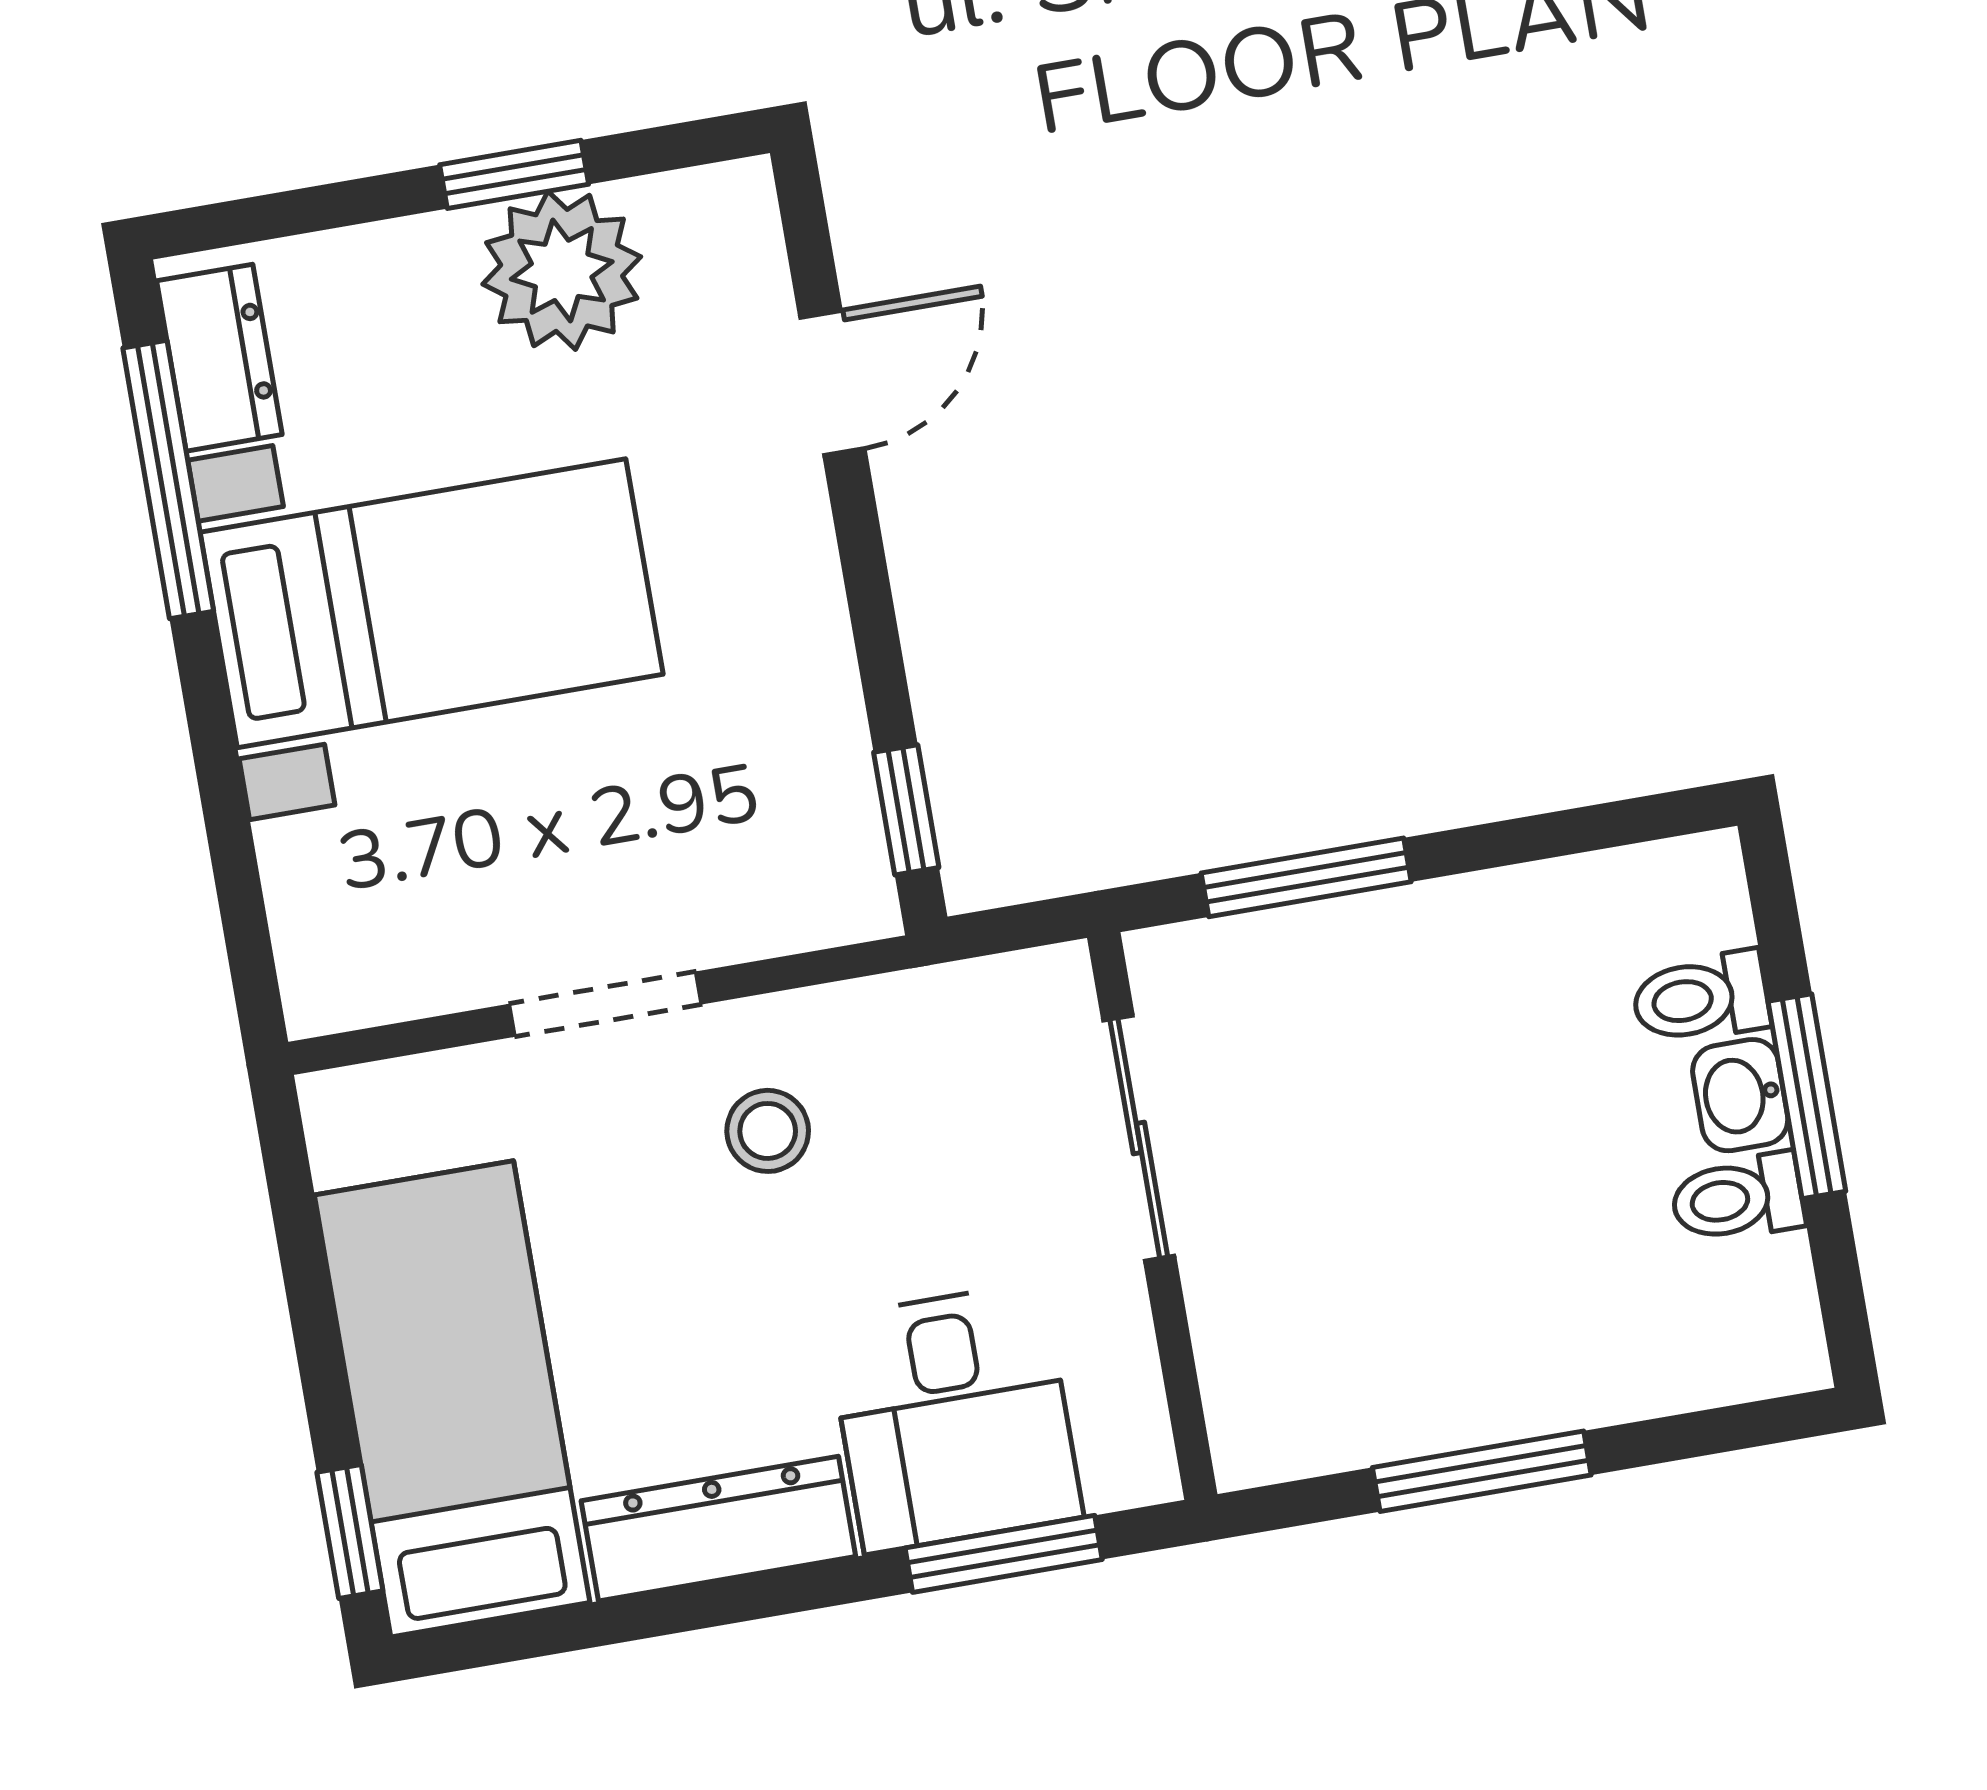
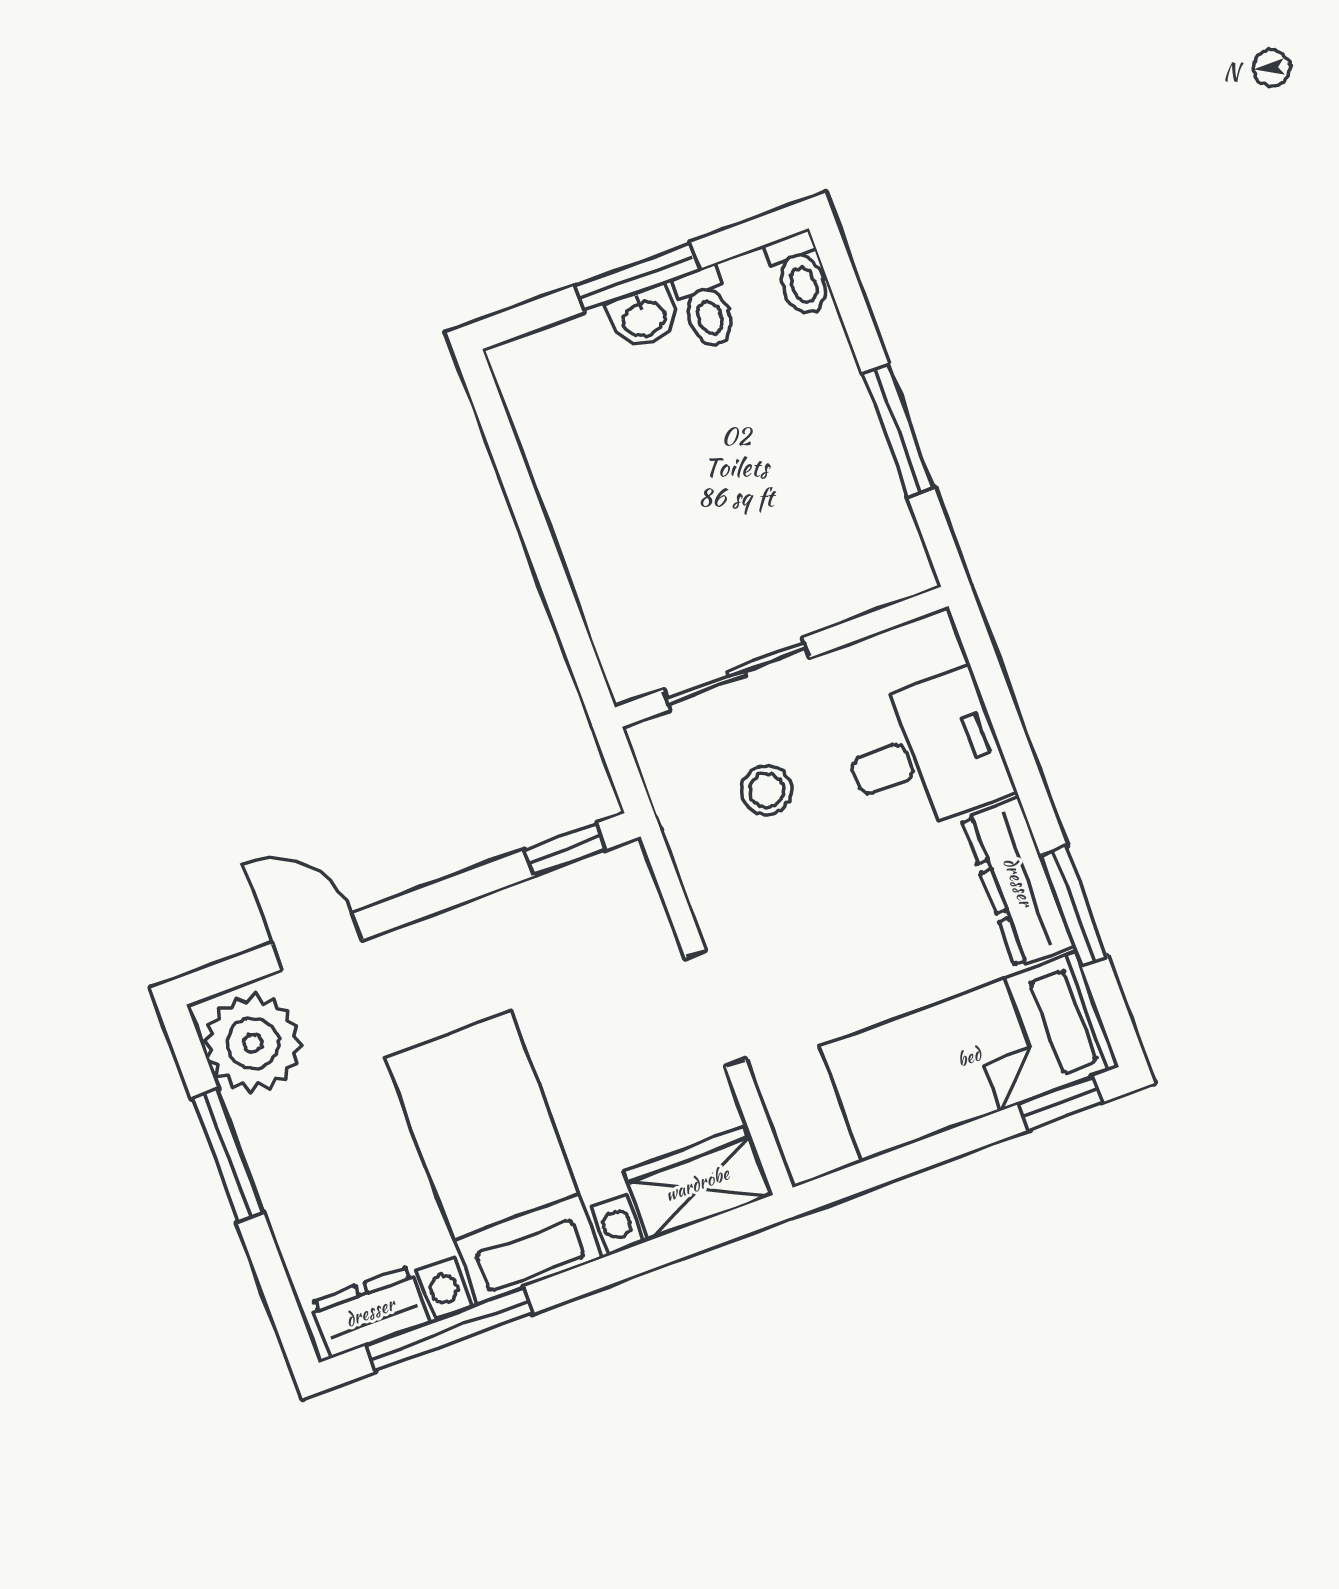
window: (514, 174) -> (227, 1156), width x1.50
plant: (562, 270) -> (253, 1043), moved
window: (1306, 877) -> (561, 602), removed
wardrobe: (329, 922) -> (697, 1184), added
toilet: (1701, 998) -> (800, 274), moved
stool: (768, 1131) -> (767, 791), moved
window: (1004, 1554) -> (1074, 906), moved

